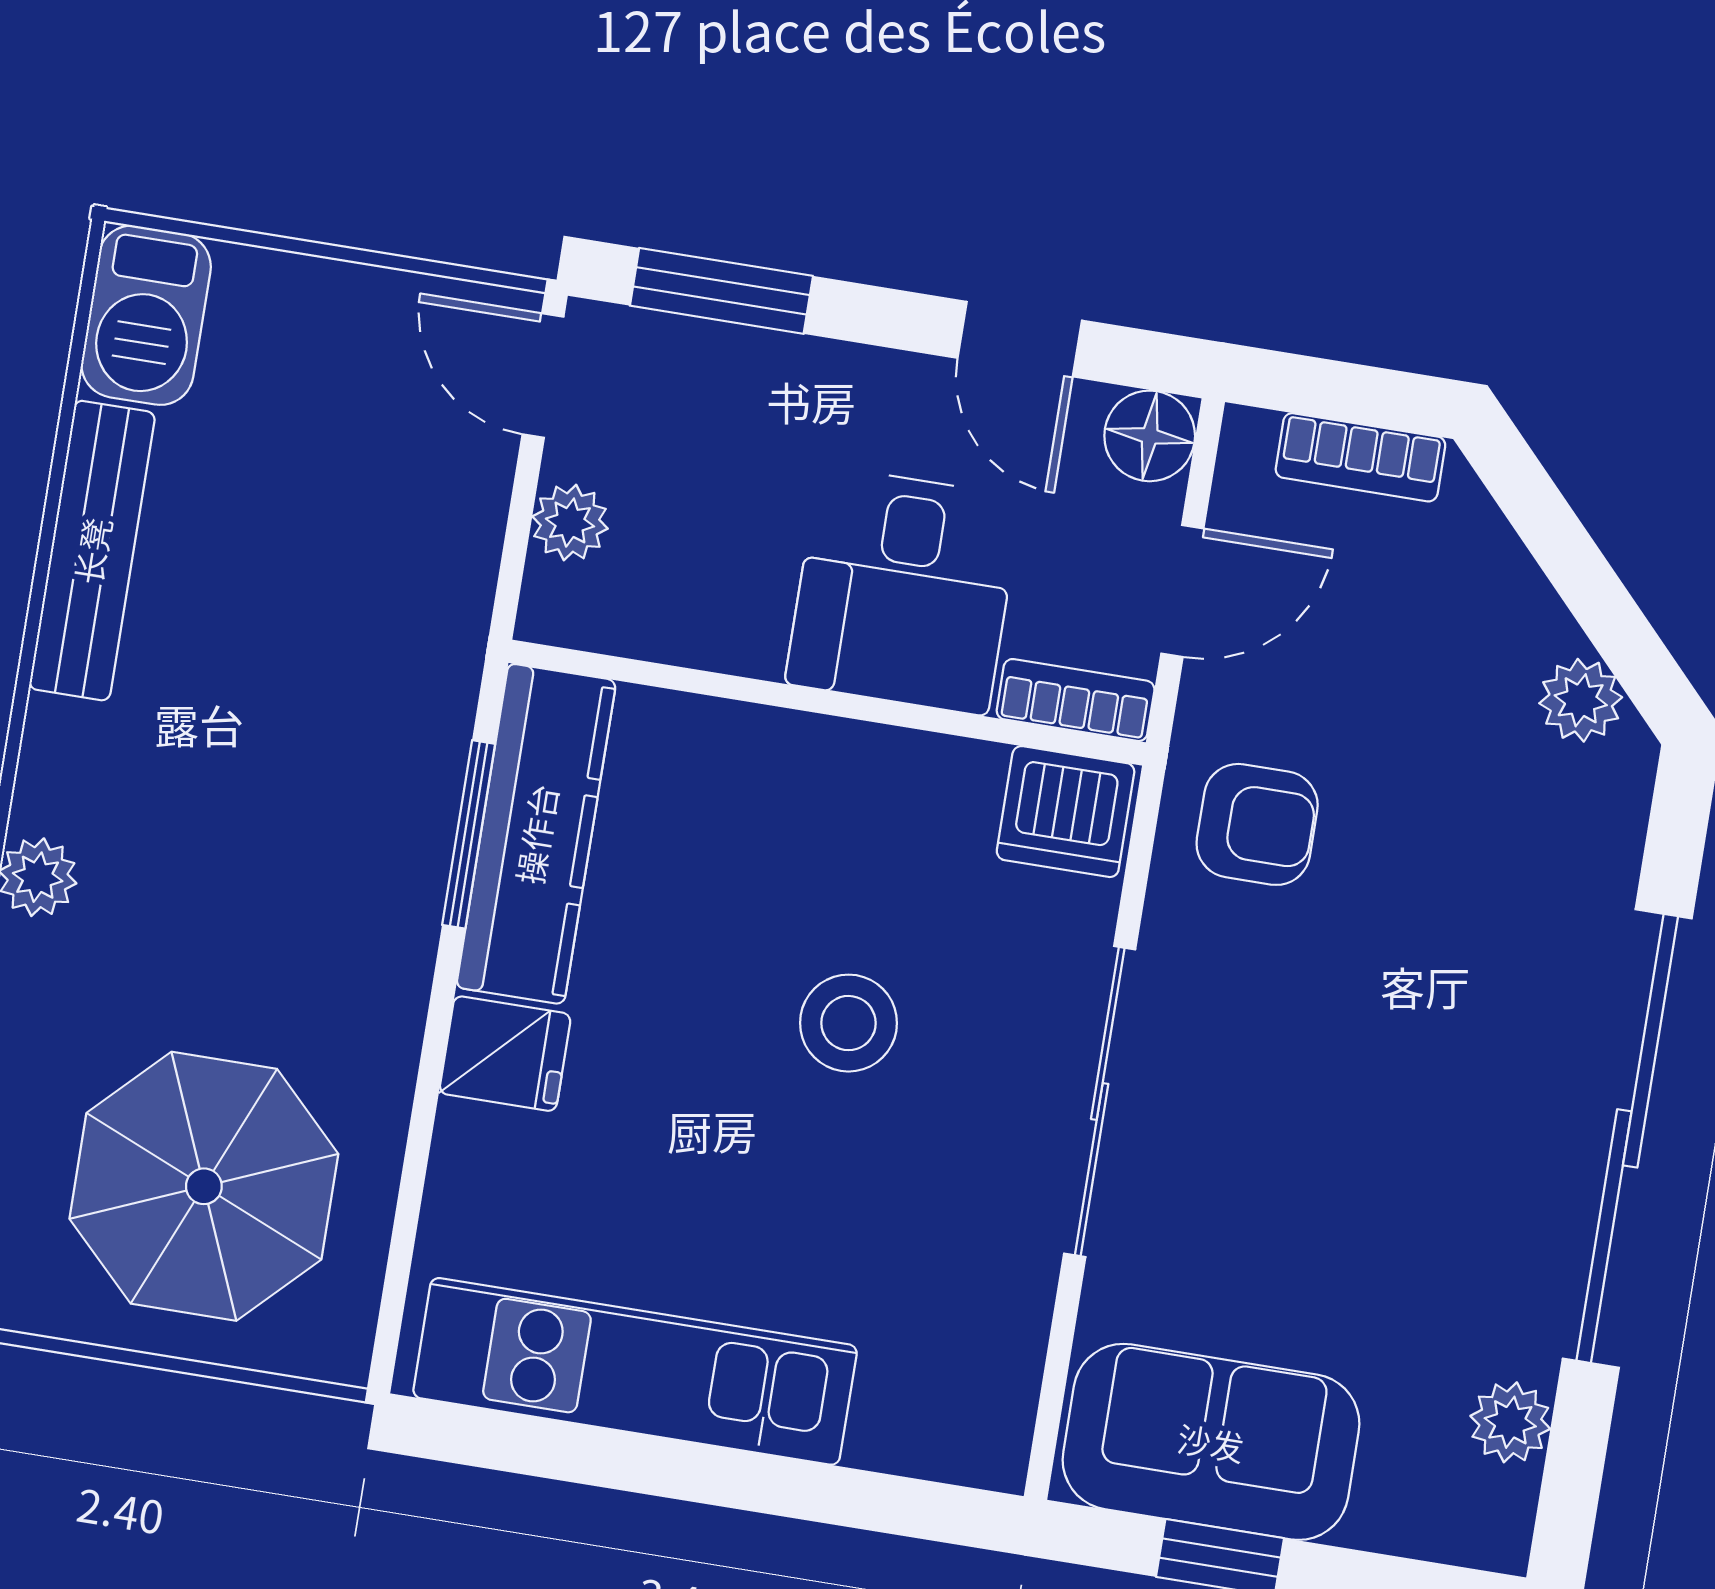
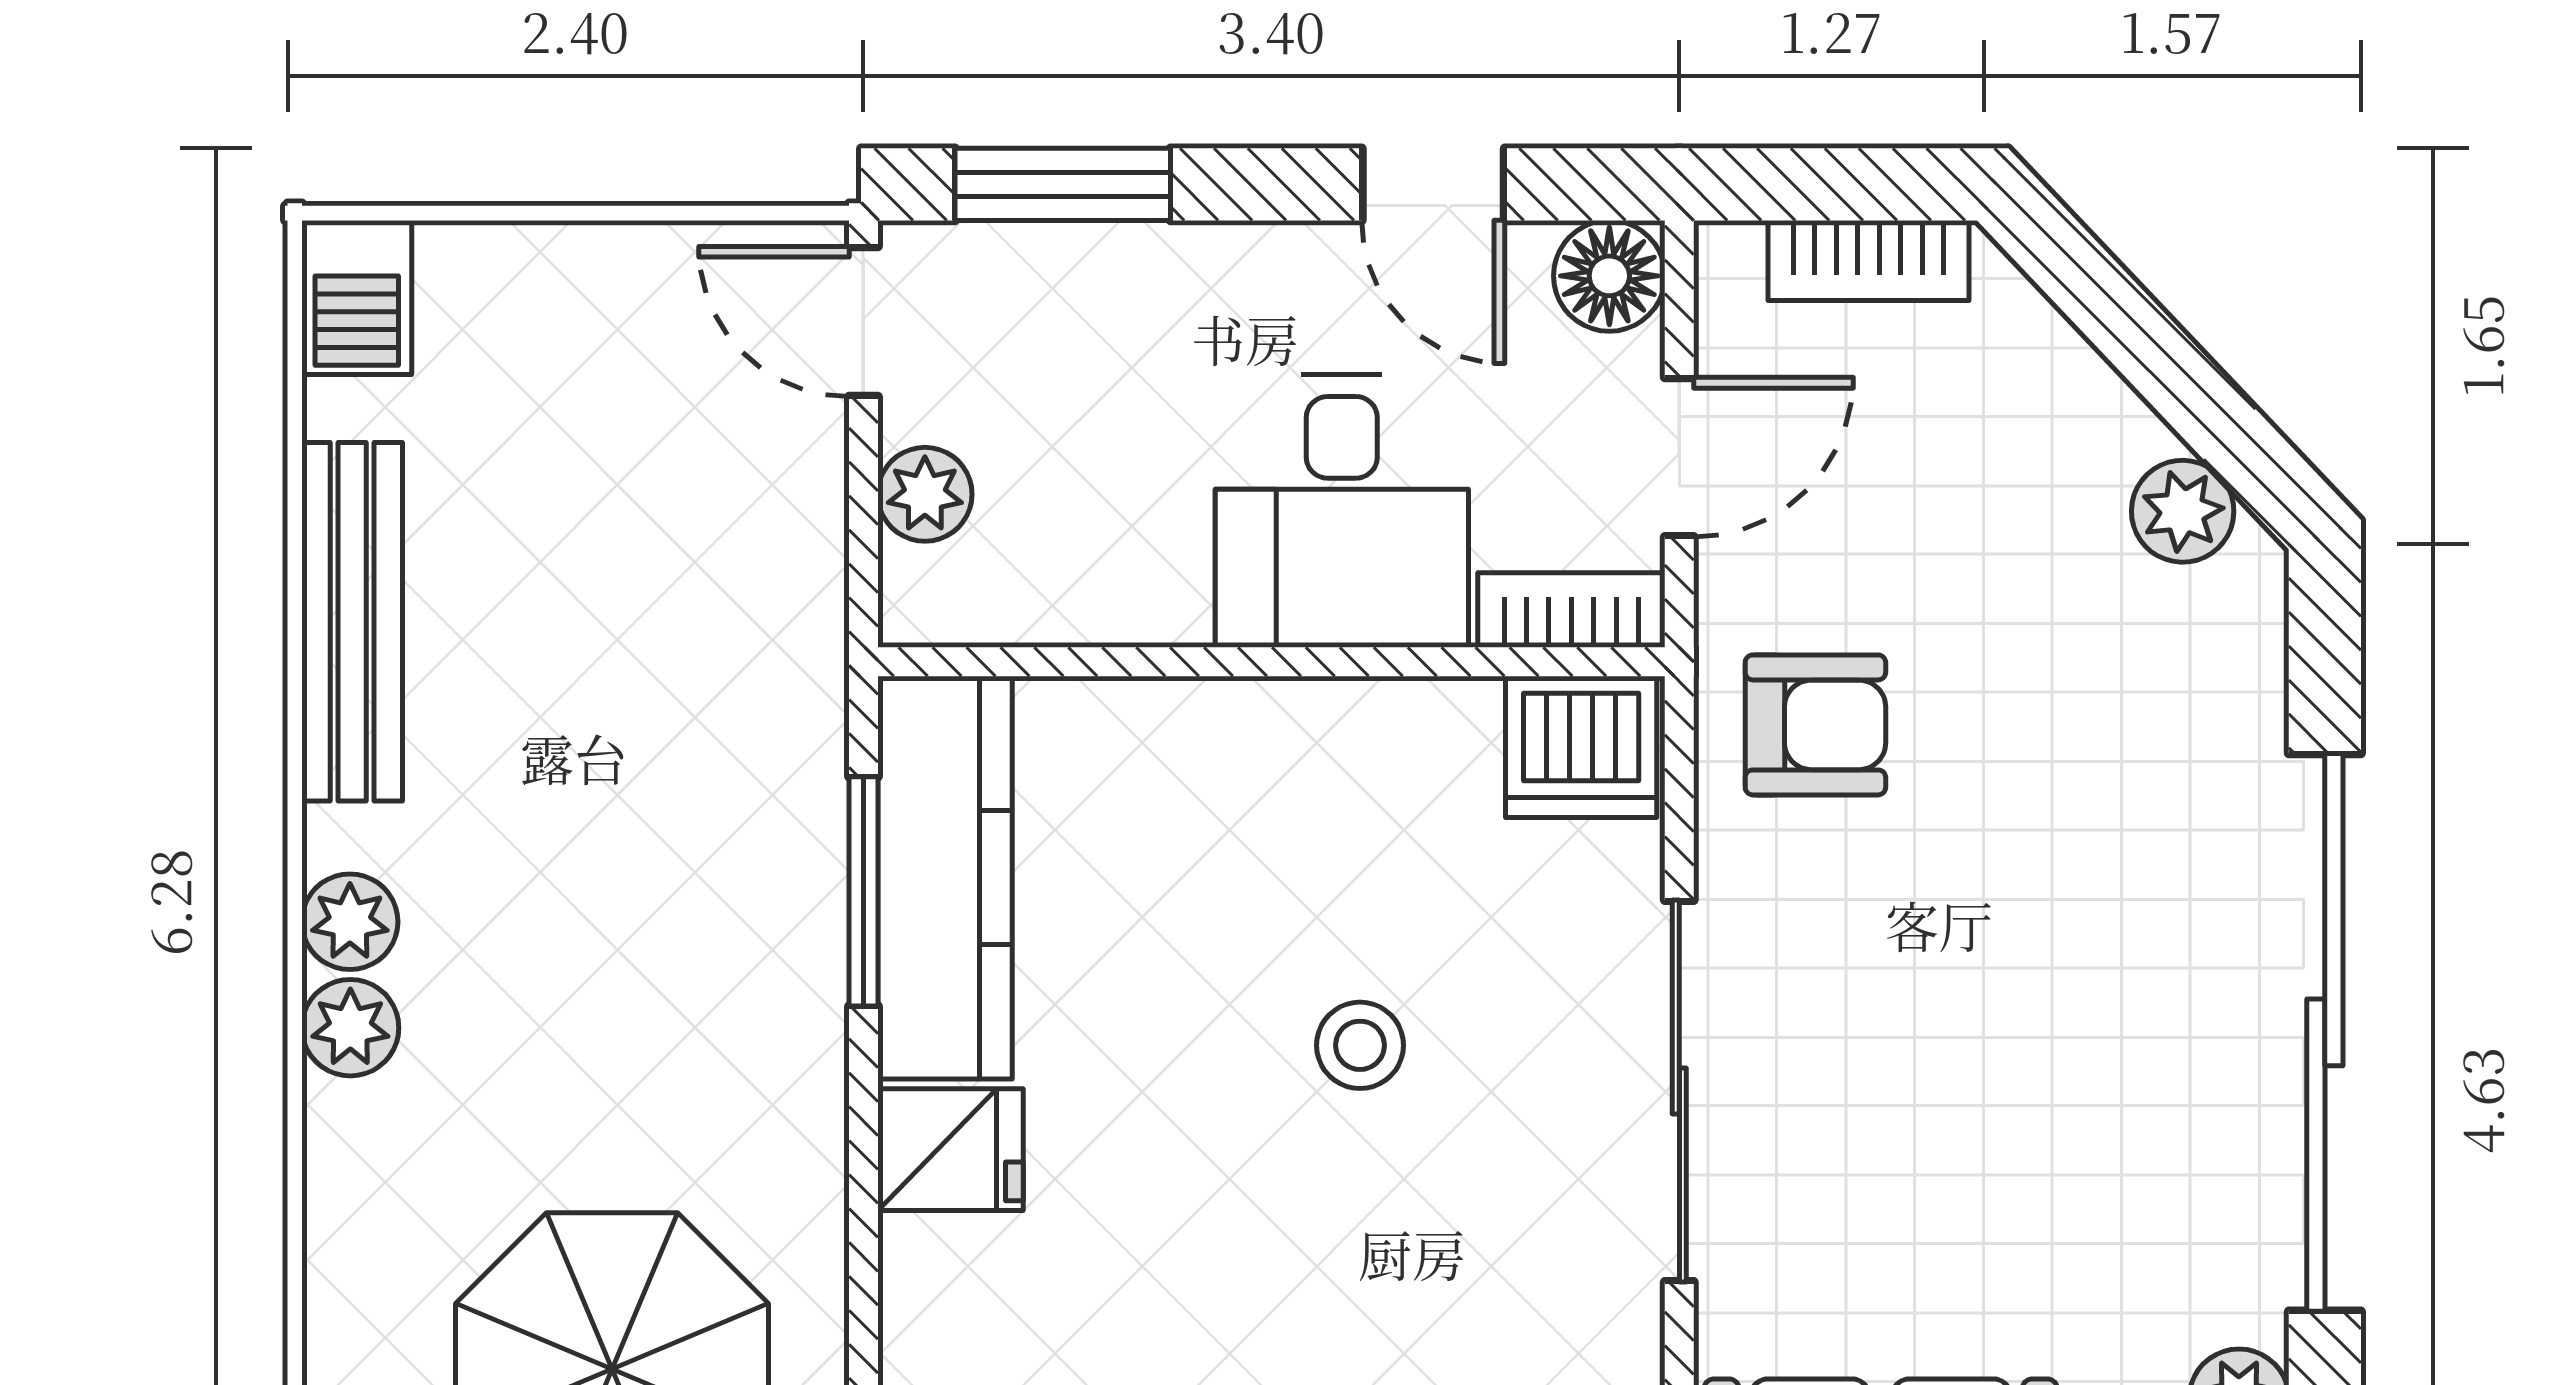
barbecue: (146, 315) -> (357, 297), width x0.73, depth x0.79
plant: (51, 792) -> (350, 922), added
stool: (849, 1023) -> (1360, 1045), width x0.73, depth x0.73

